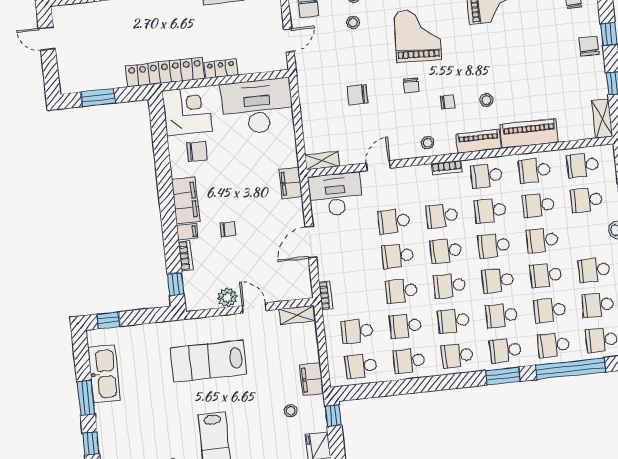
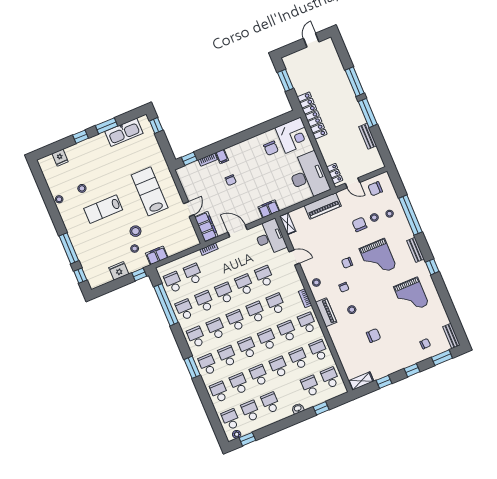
grand piano: (418, 36) -> (378, 258), turned 87
chair: (589, 46) -> (373, 336), moved
locker: (221, 69) -> (335, 174), moved
chair: (358, 95) -> (359, 224), moved
piano: (529, 133) -> (323, 206), moved, turned 90
filing cabinet: (185, 200) -> (206, 227), moved, turned -90
plant: (227, 297) -> (190, 192), removed
shelving: (297, 315) -> (192, 236), removed
window: (571, 369) -> (166, 305), moved
stool: (264, 401) -> (136, 231), added

